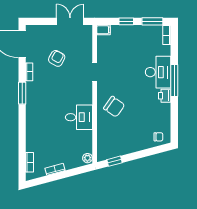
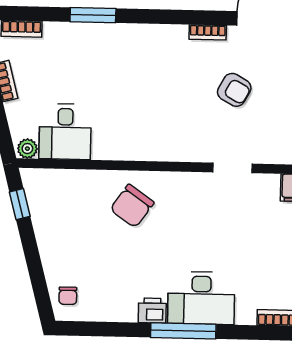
doorway: (95, 72) -> (232, 168), moved
window: (22, 93) -> (93, 15), moved
desk: (79, 117) -> (65, 132), moved

